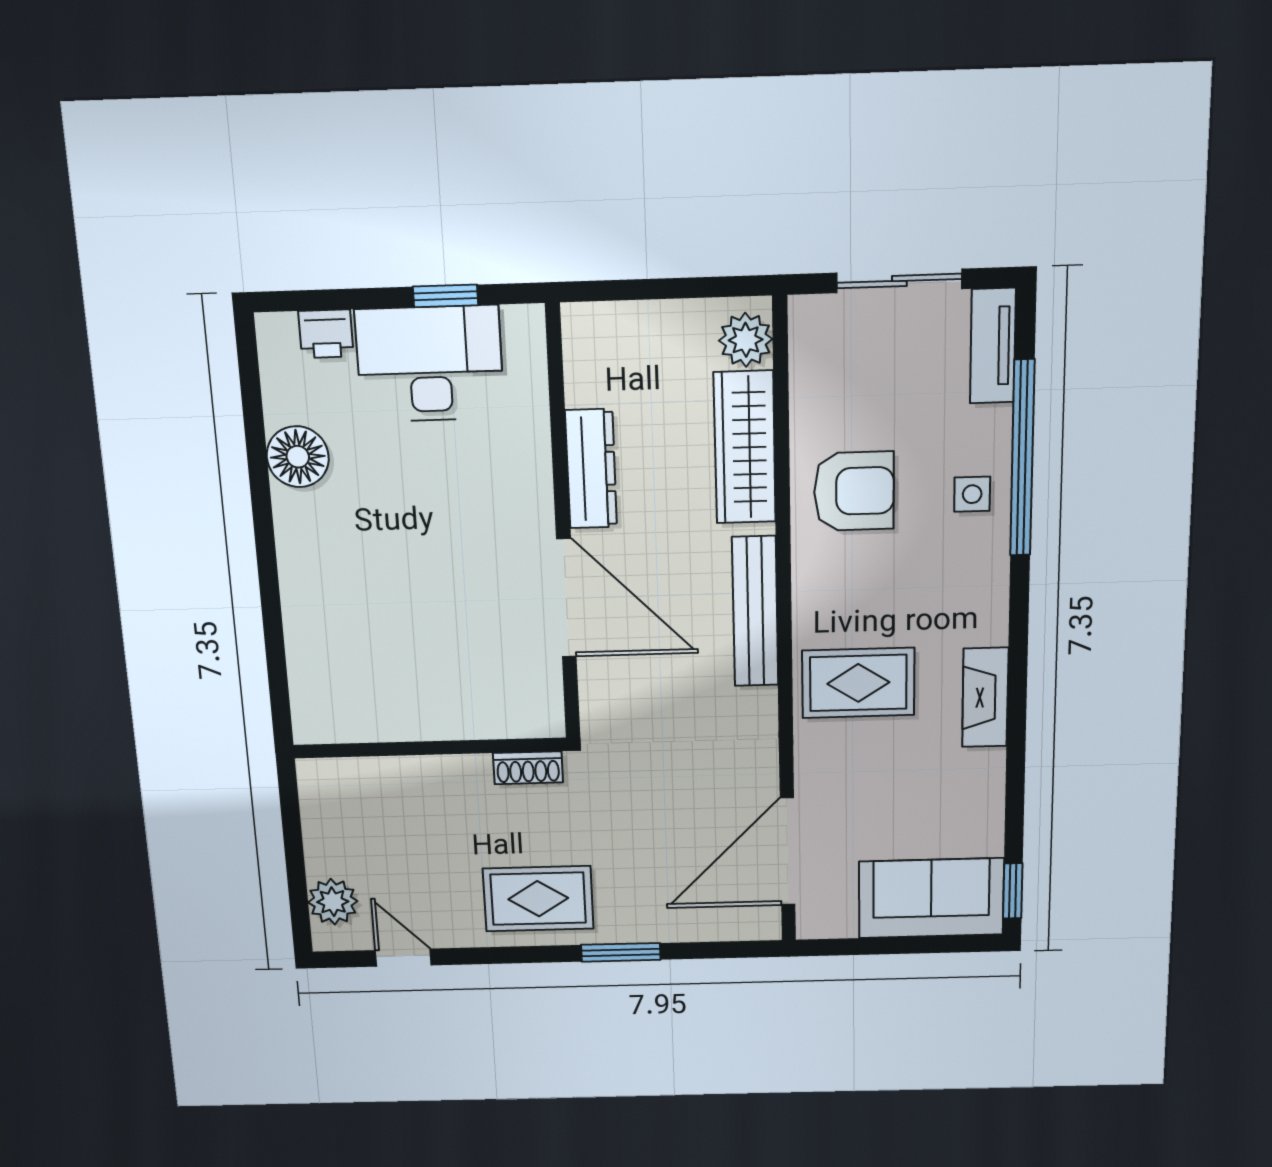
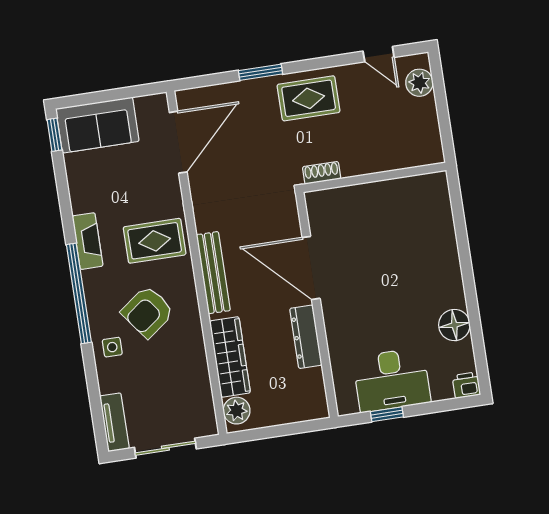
printer: (326, 334) -> (466, 385), moved
window: (1022, 458) -> (79, 293), moved
armchair: (854, 491) -> (148, 312), moved, turned -37

